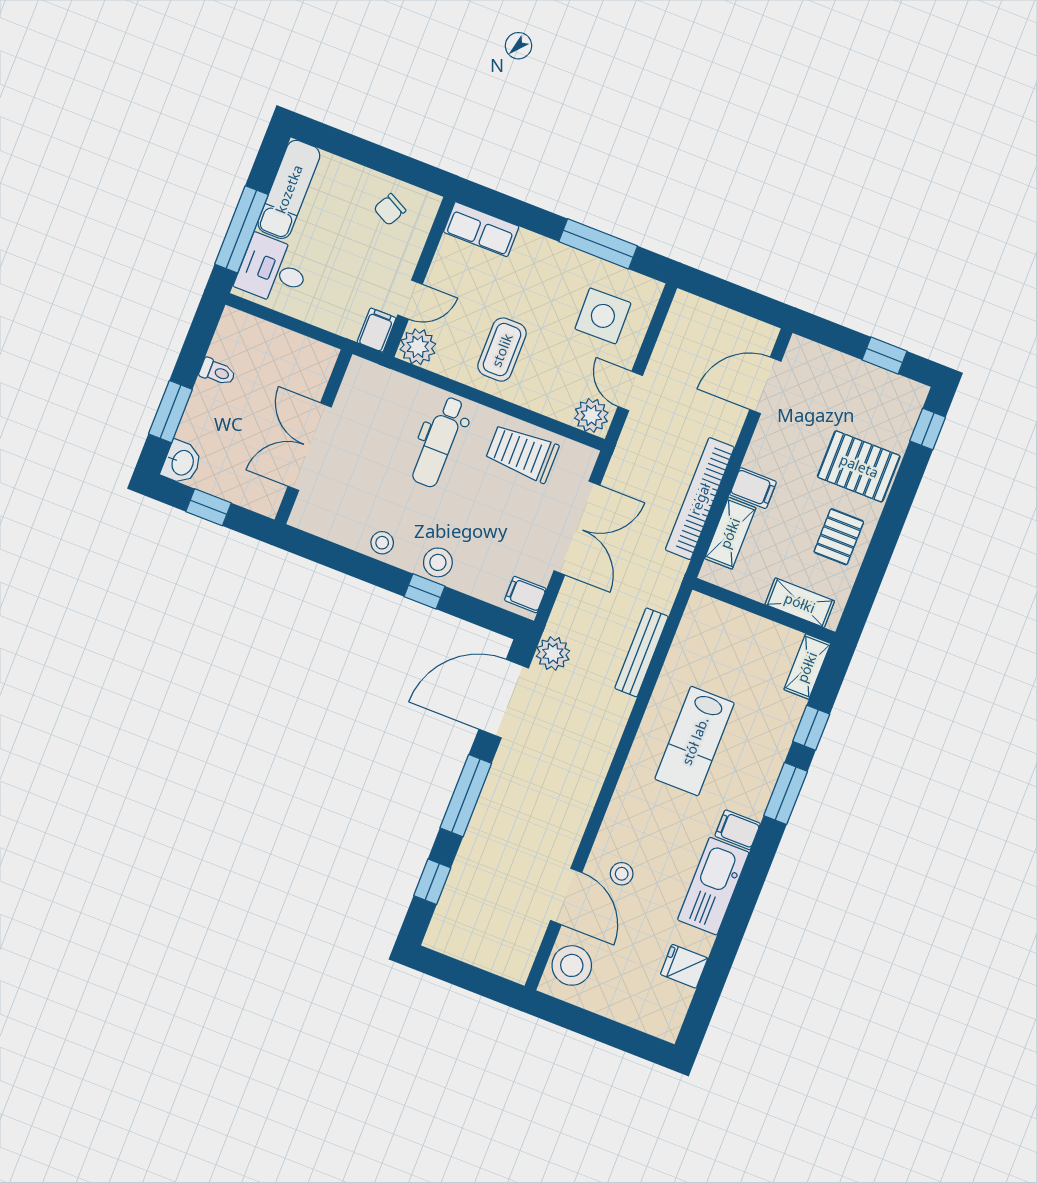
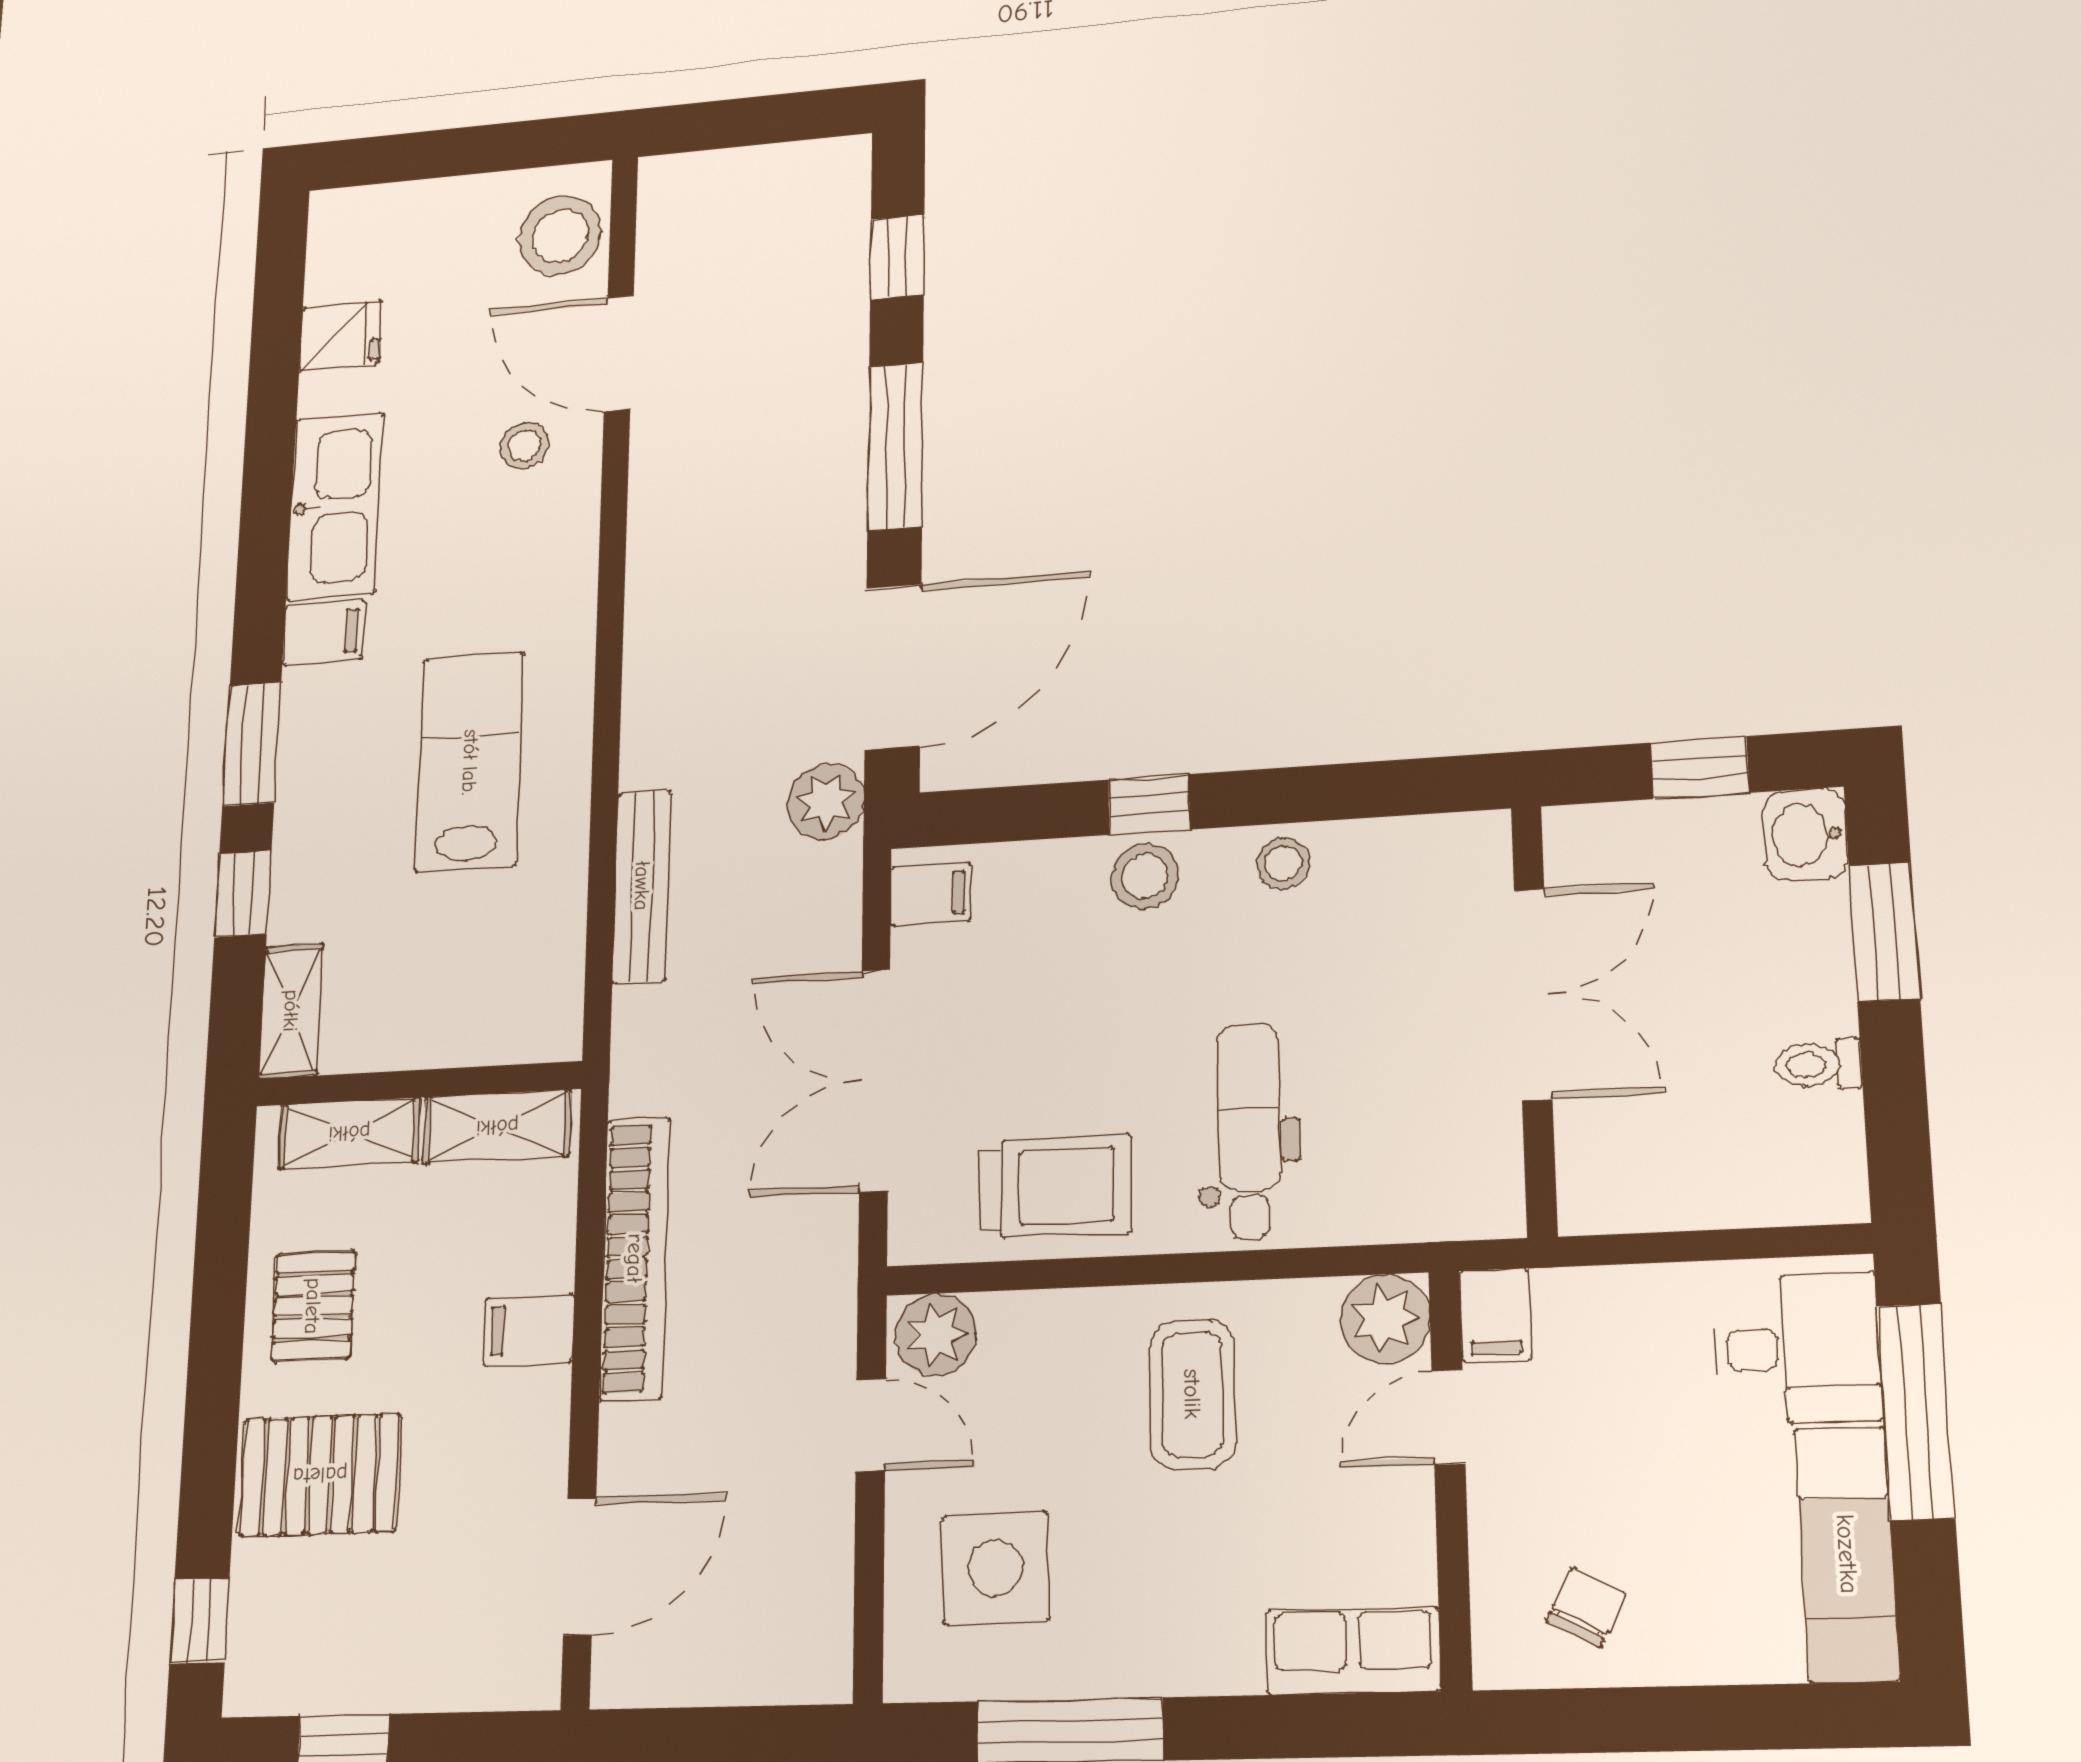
shelving: (730, 533) -> (497, 1127), moved, turned 90

